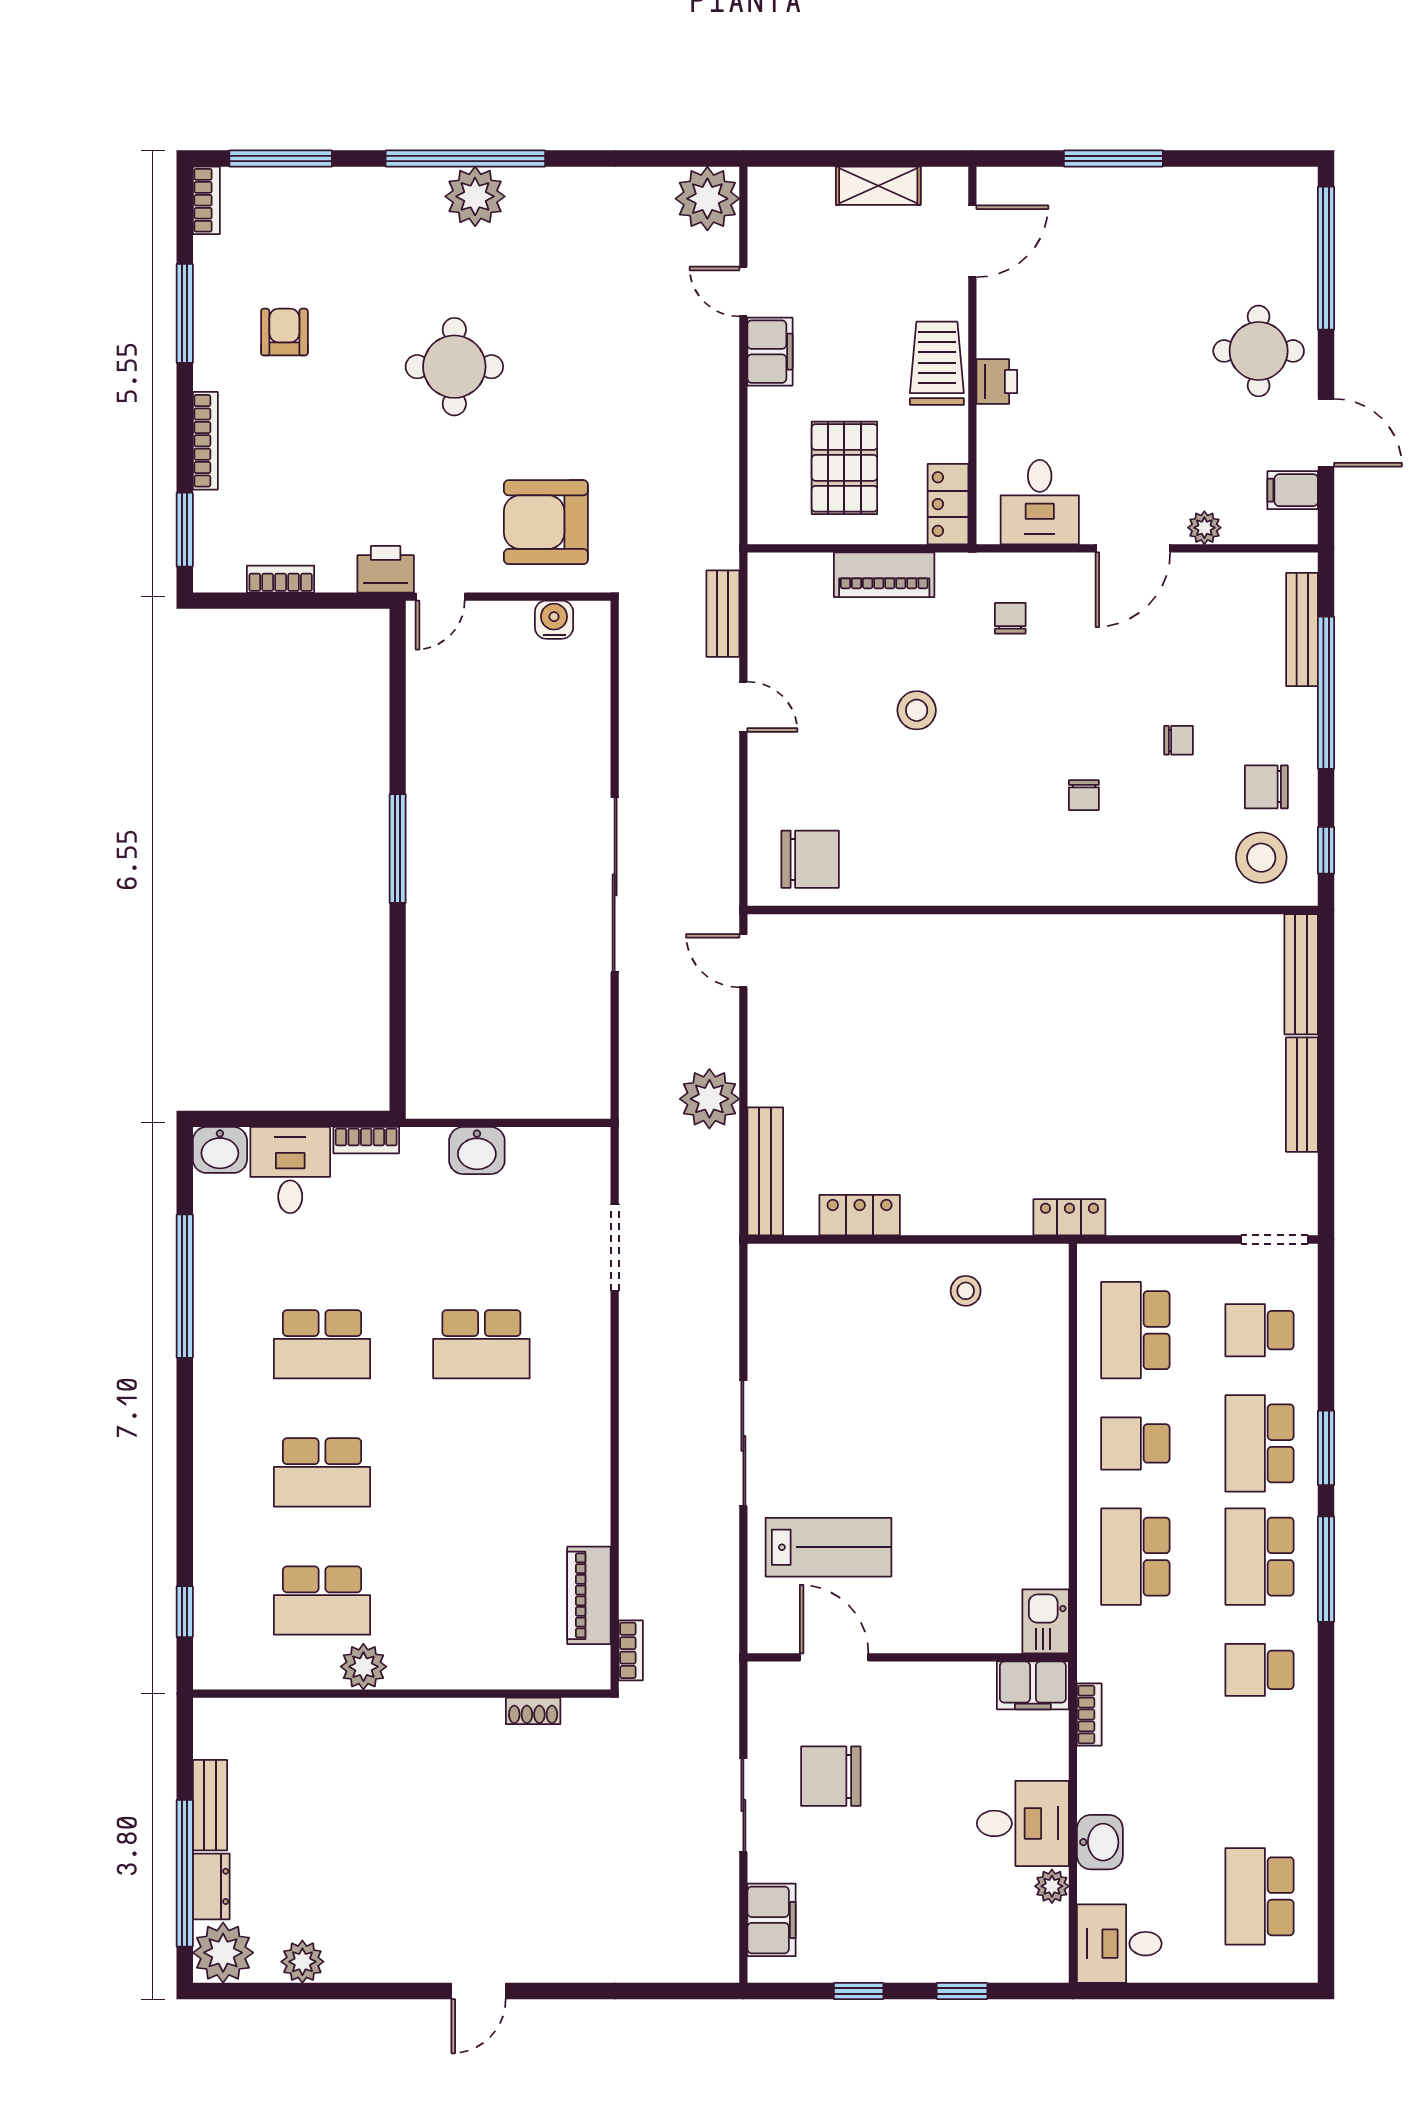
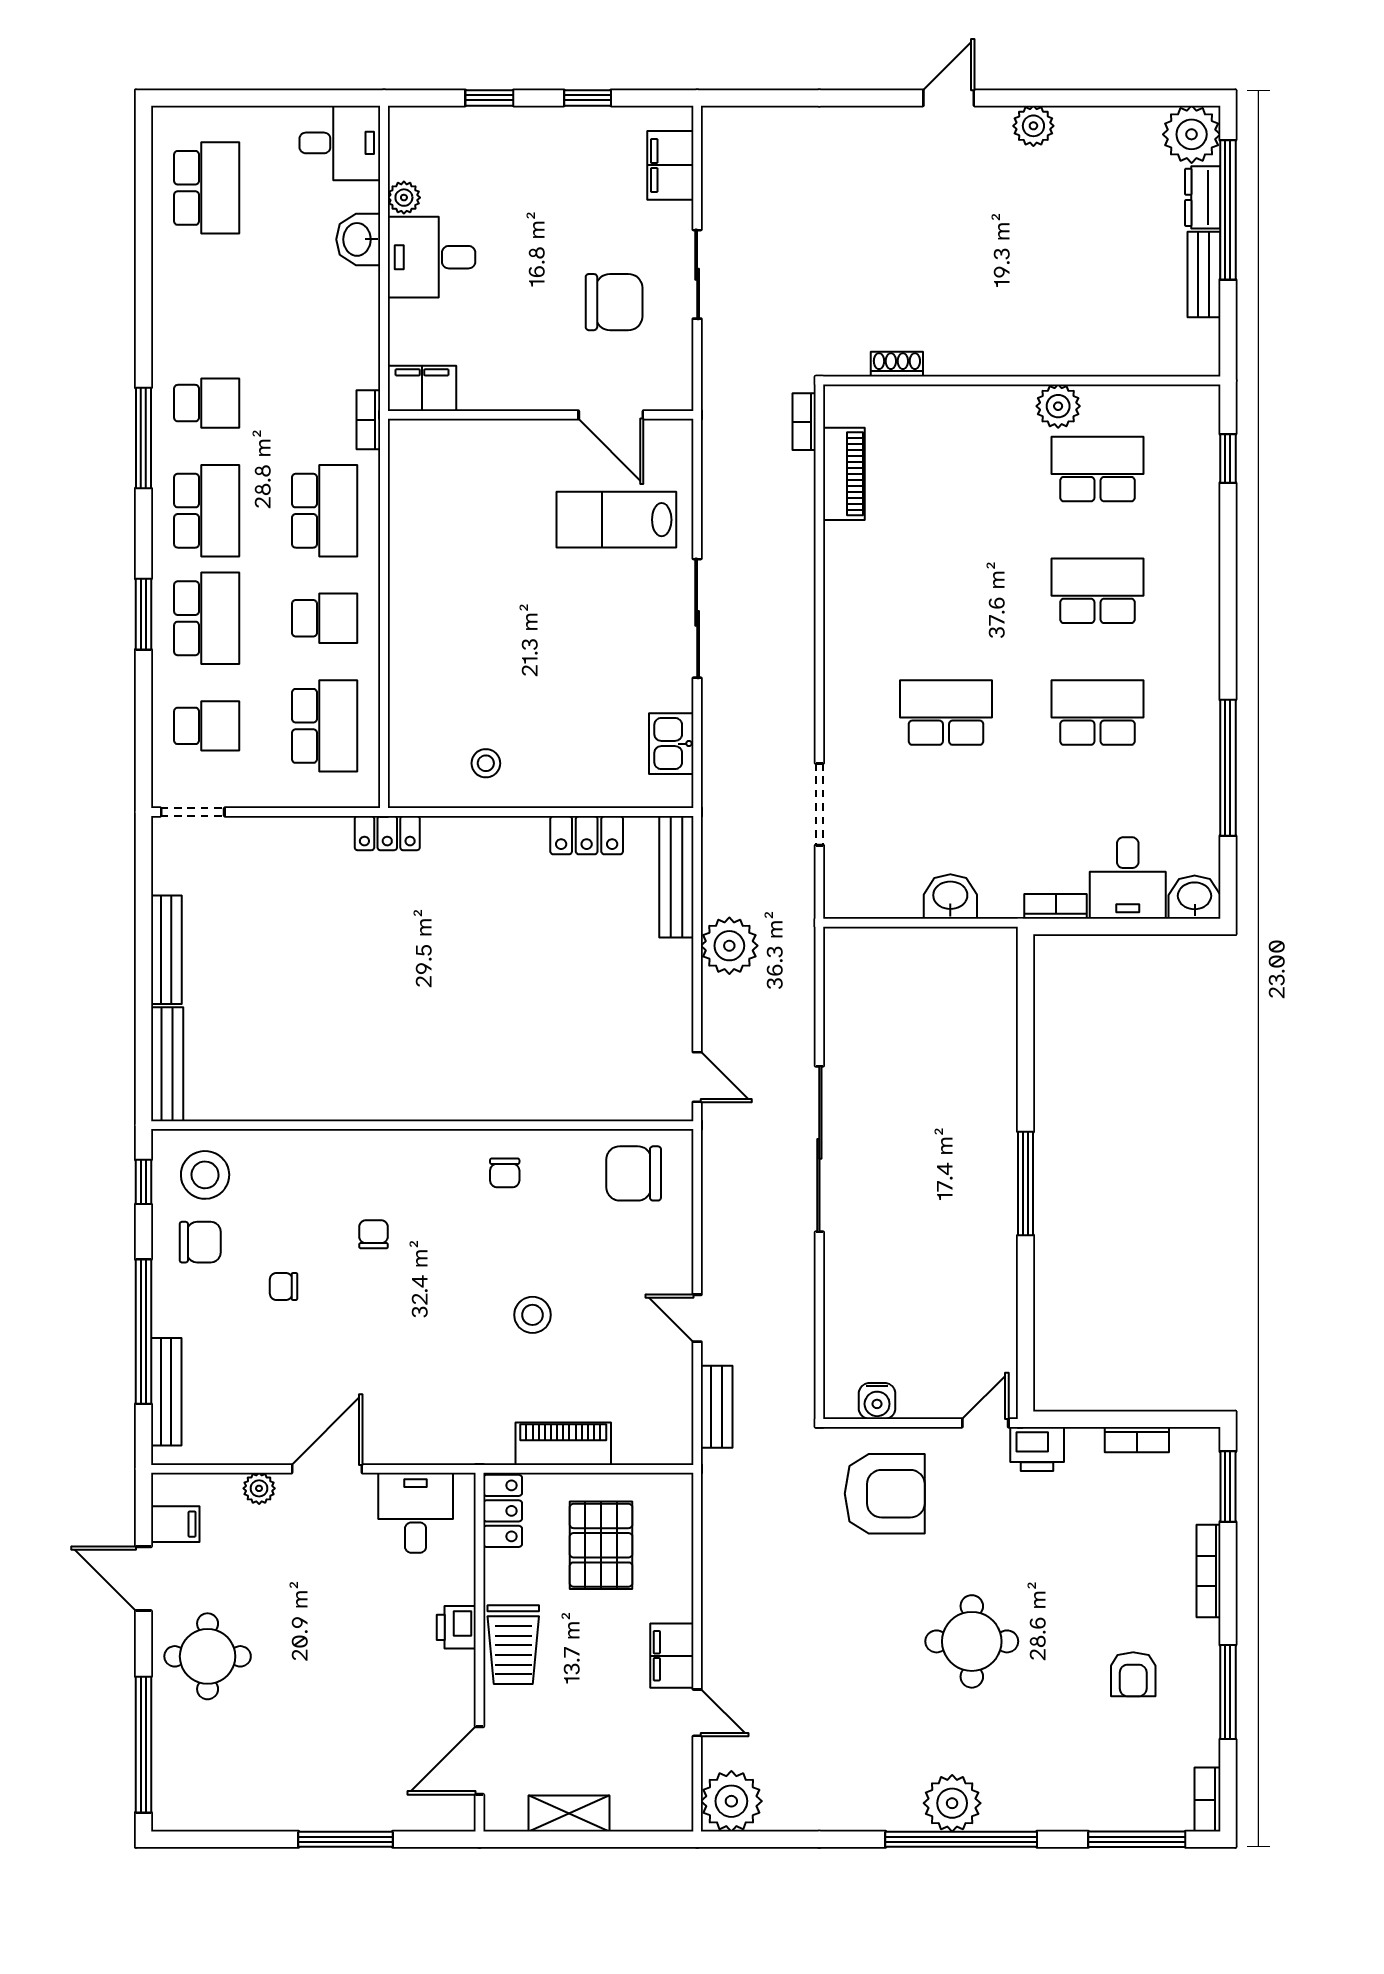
chair: (1010, 618) -> (505, 1173), moved
window: (1326, 1569) -> (143, 438), moved
kitchen sink: (1046, 1621) -> (671, 744), moved, turned 180
bookcase: (1089, 1714) -> (368, 420), moved
plant: (302, 1962) -> (1033, 126), moved

